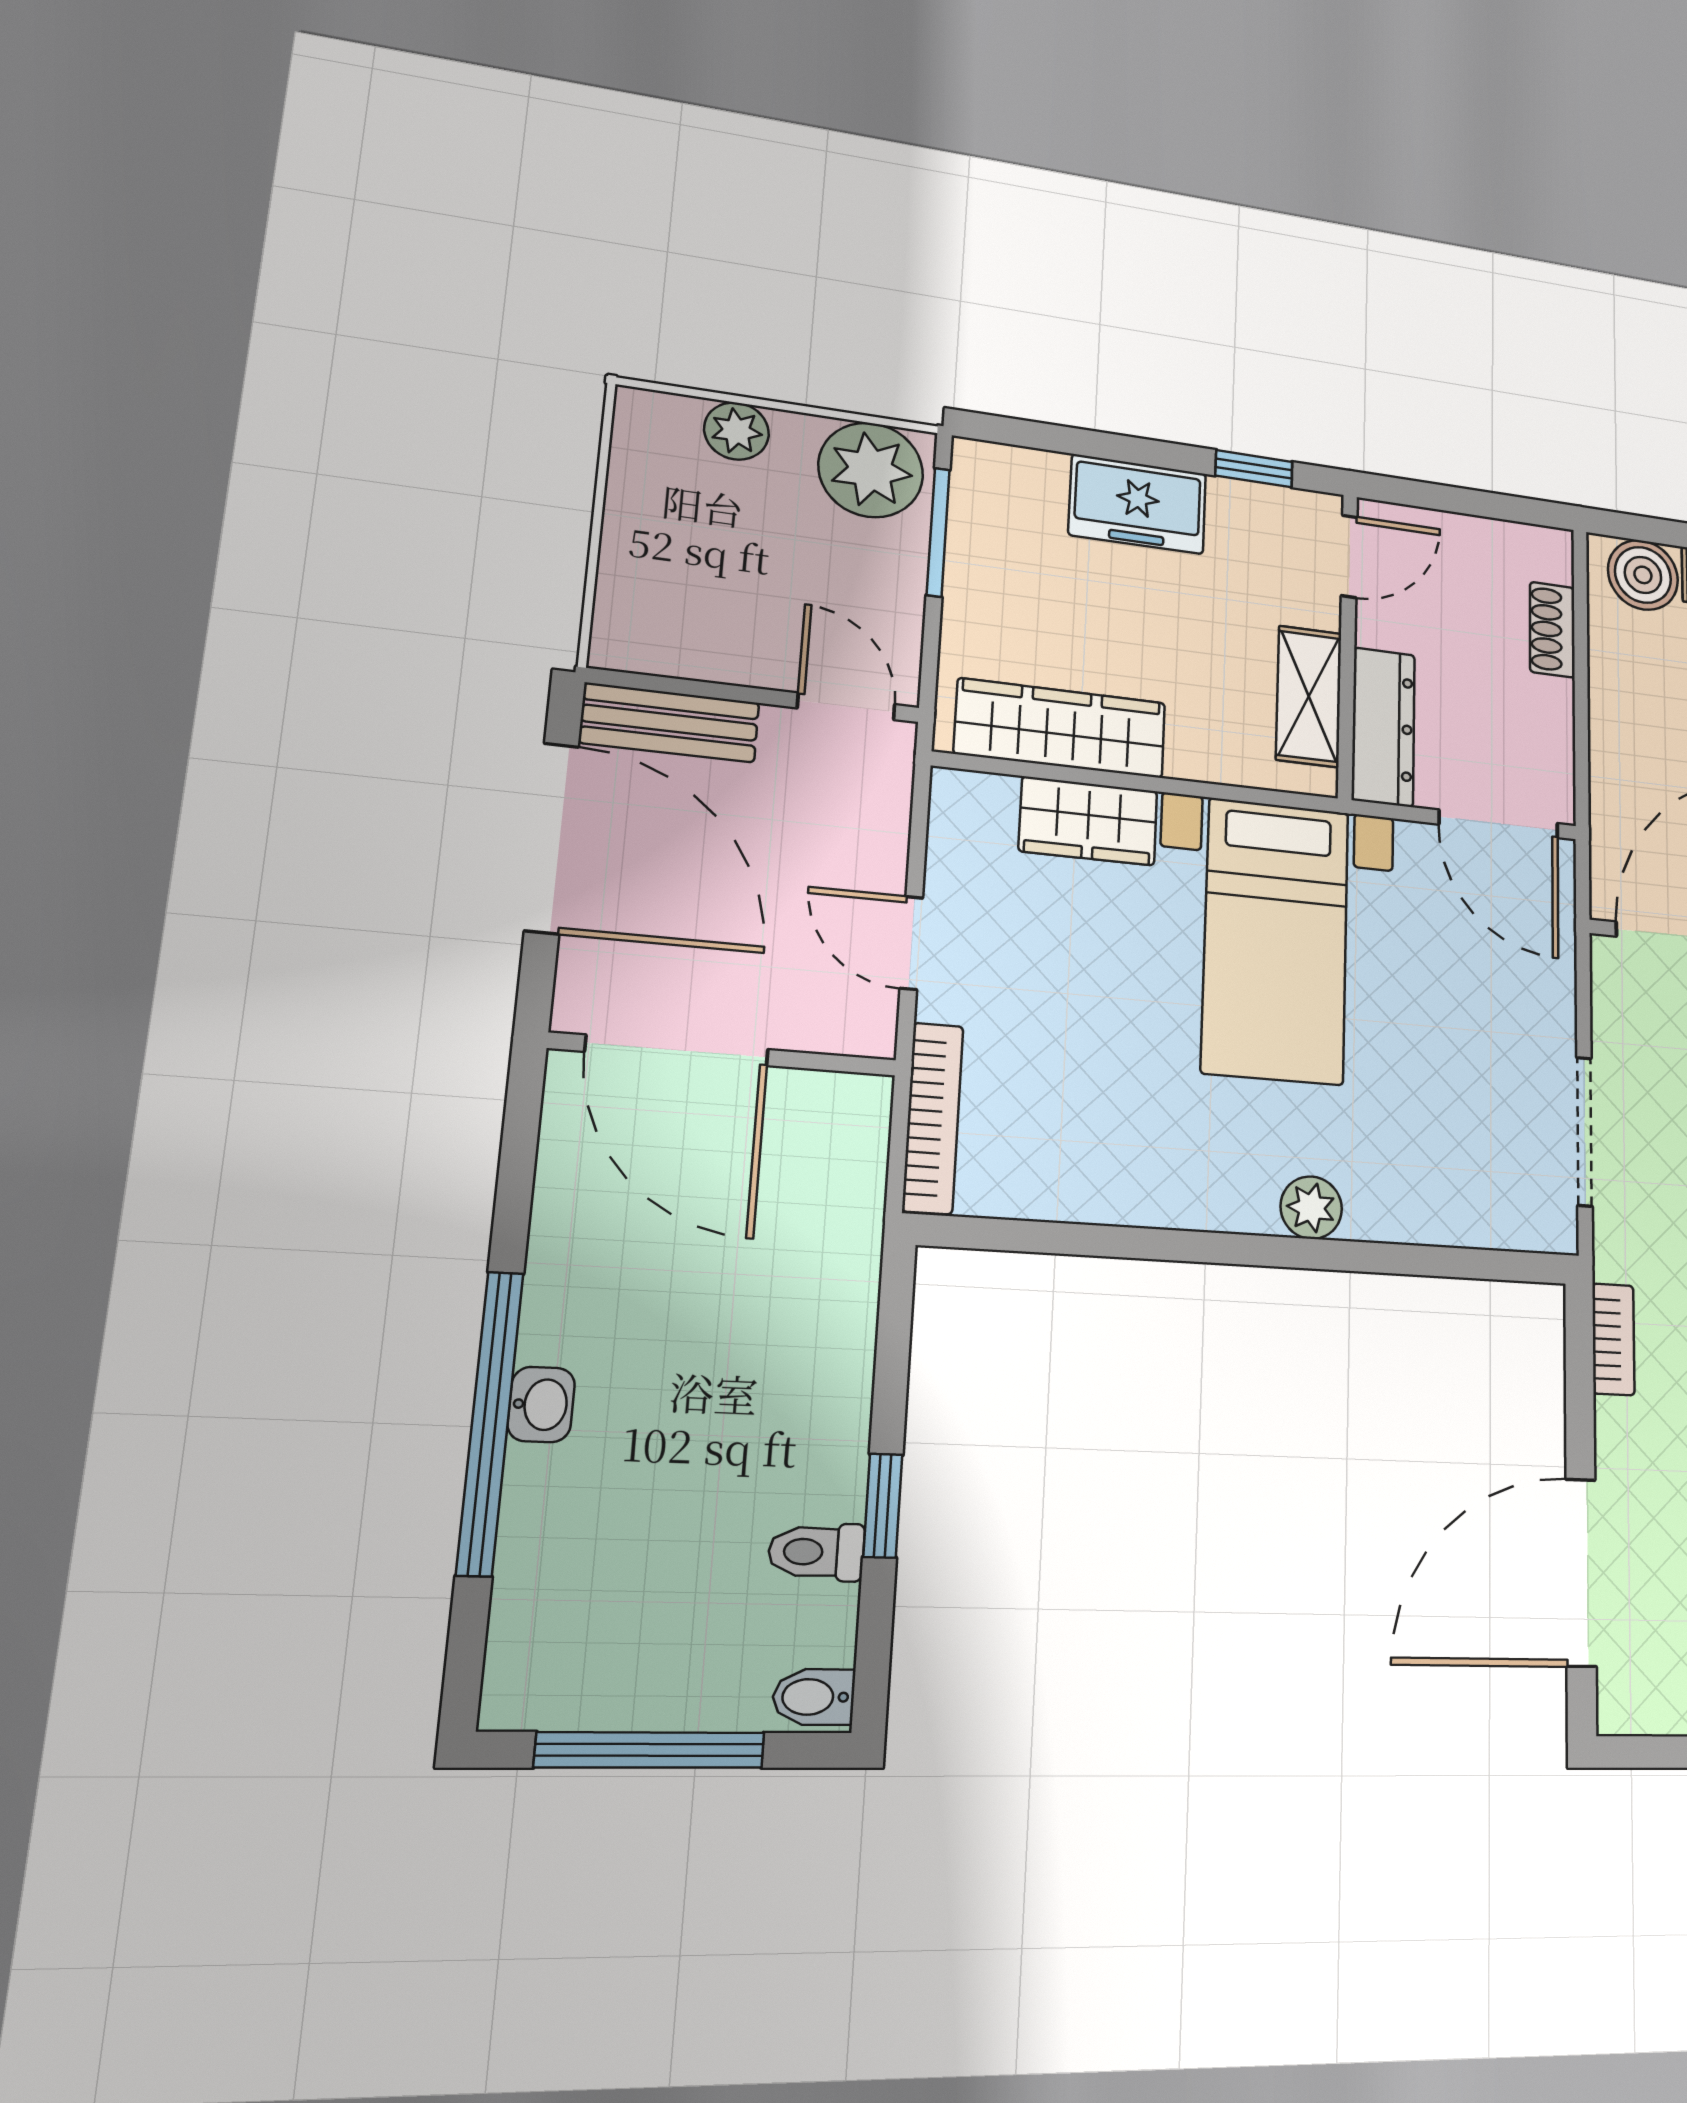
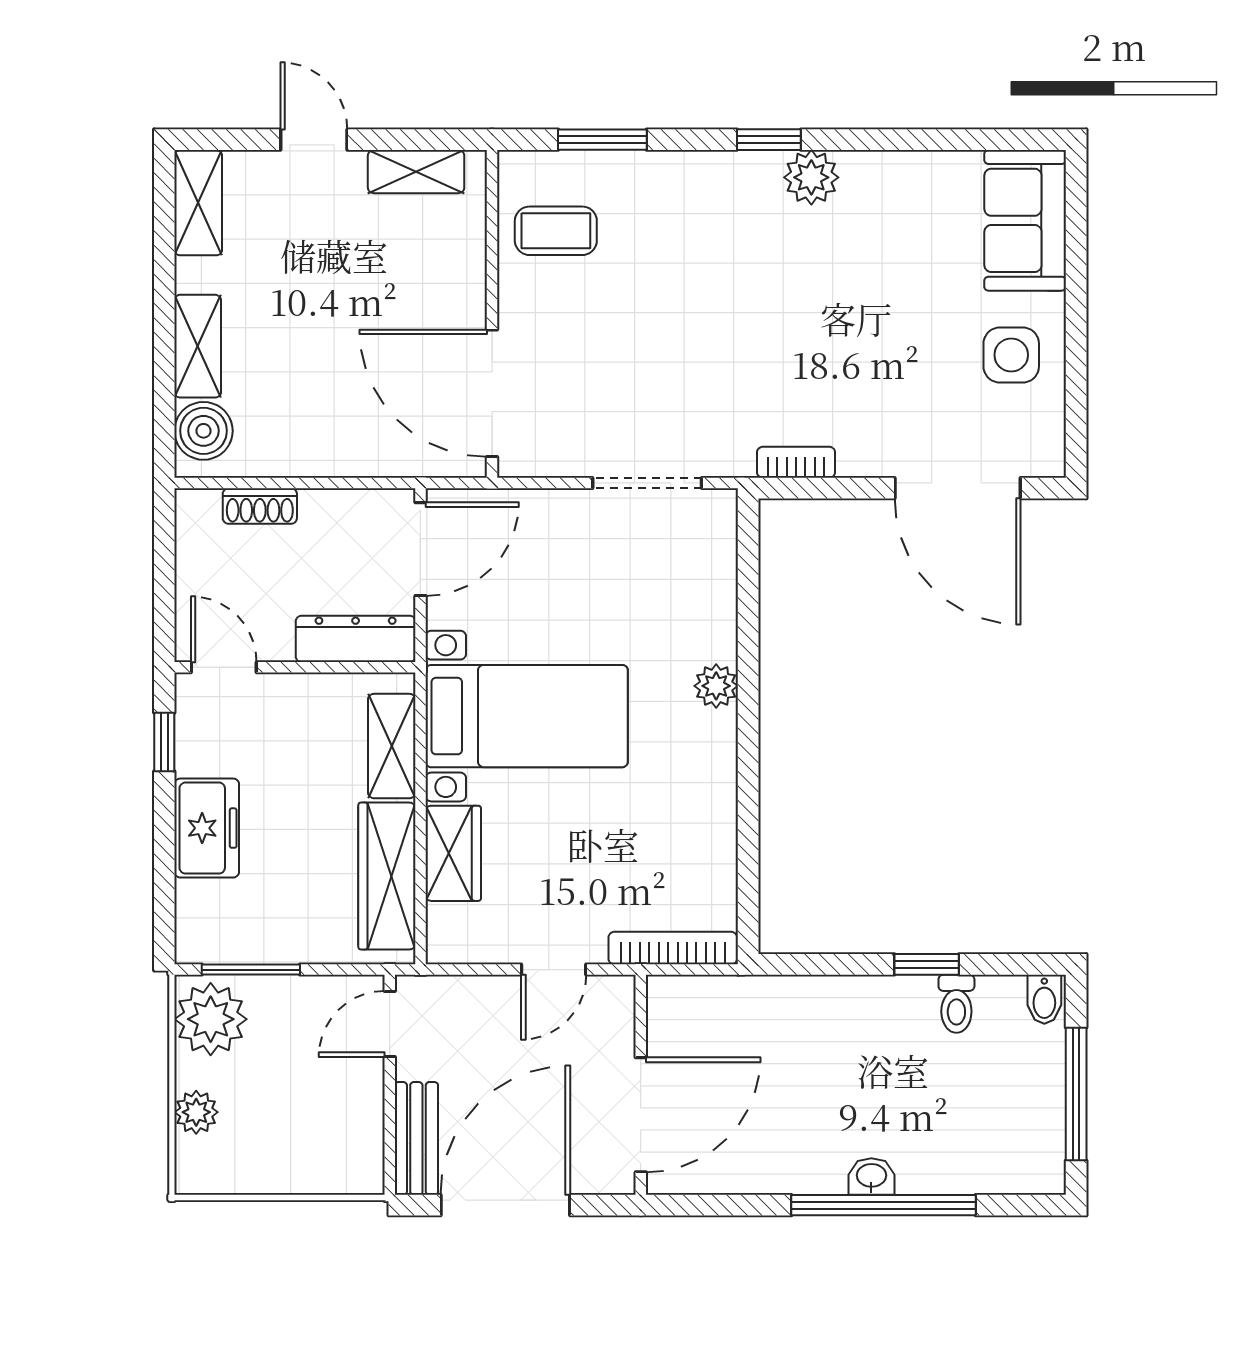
shelving: (1309, 696) -> (392, 746), moved, turned 90

